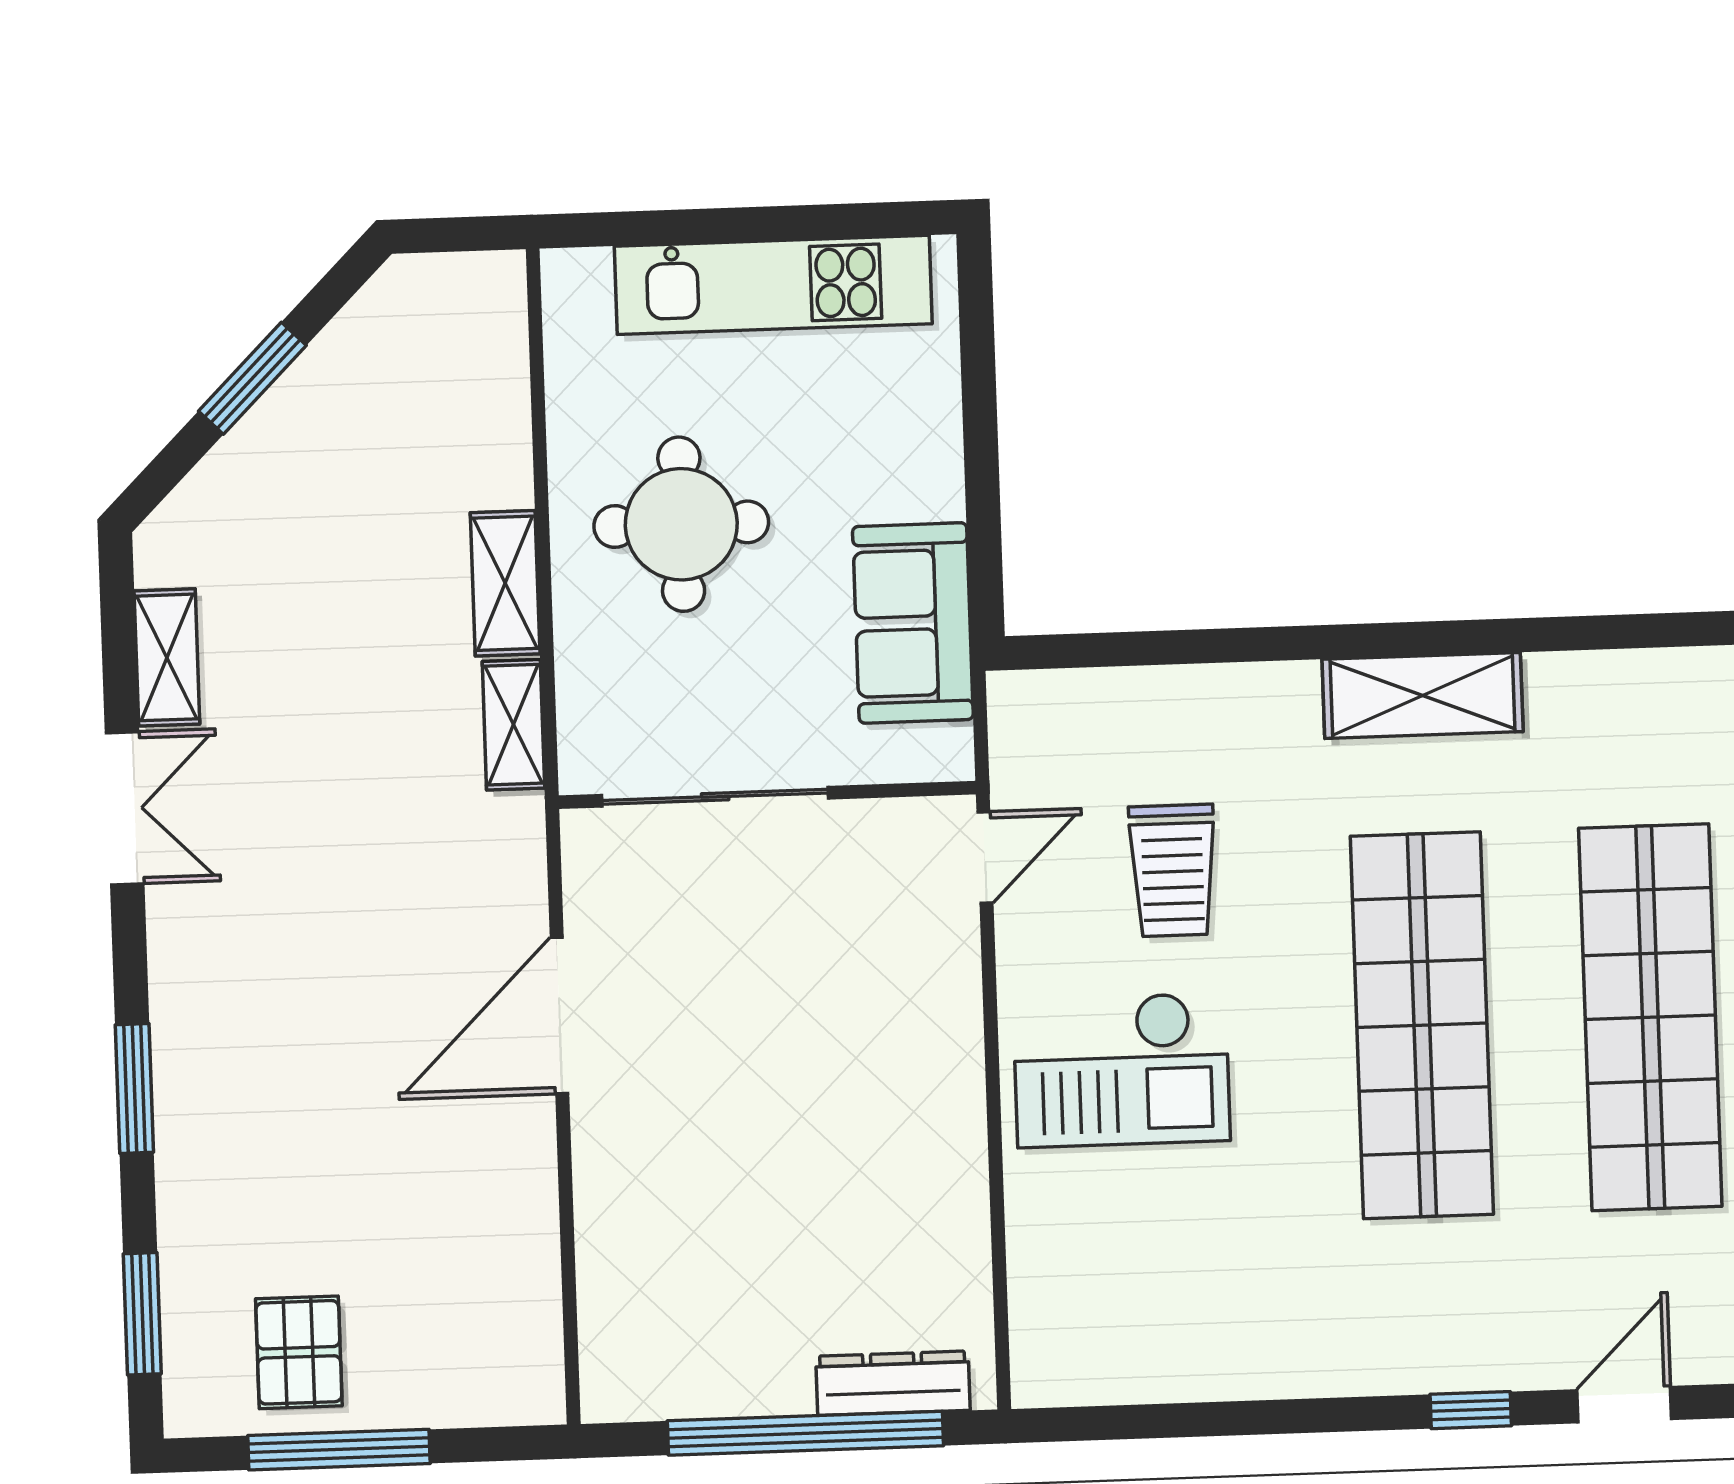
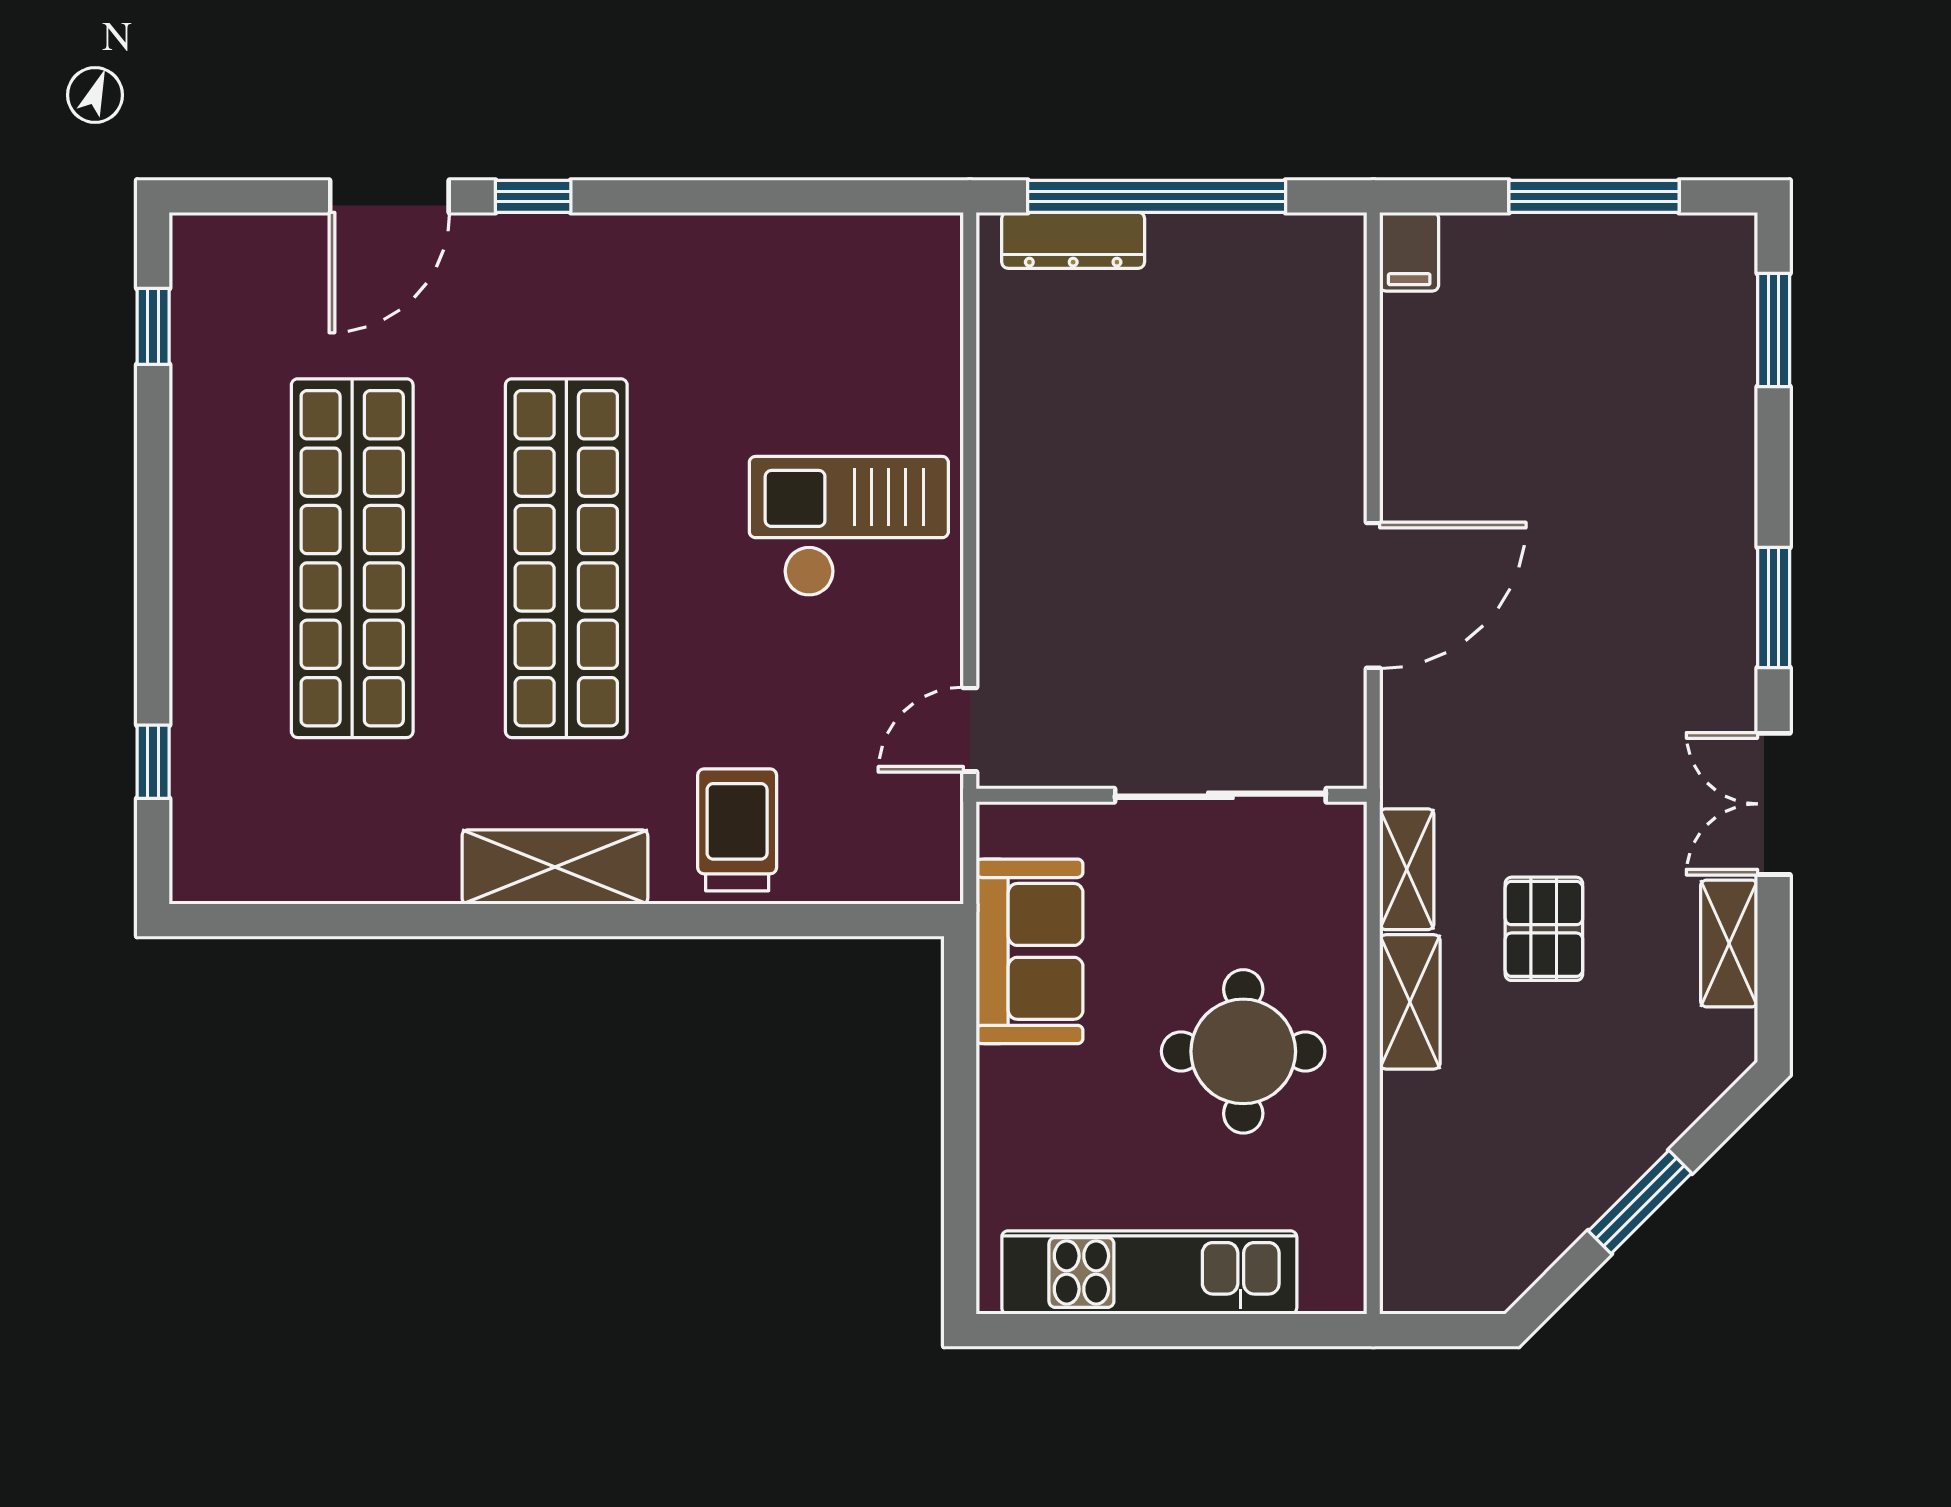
trolley: (1173, 870) -> (737, 830), moved
window: (134, 1089) -> (1774, 608), moved
pallet: (299, 1352) -> (1544, 929), moved
filing cabinet: (534, 1384) -> (1409, 252), added
door: (1624, 1405) -> (389, 196), width x1.38

